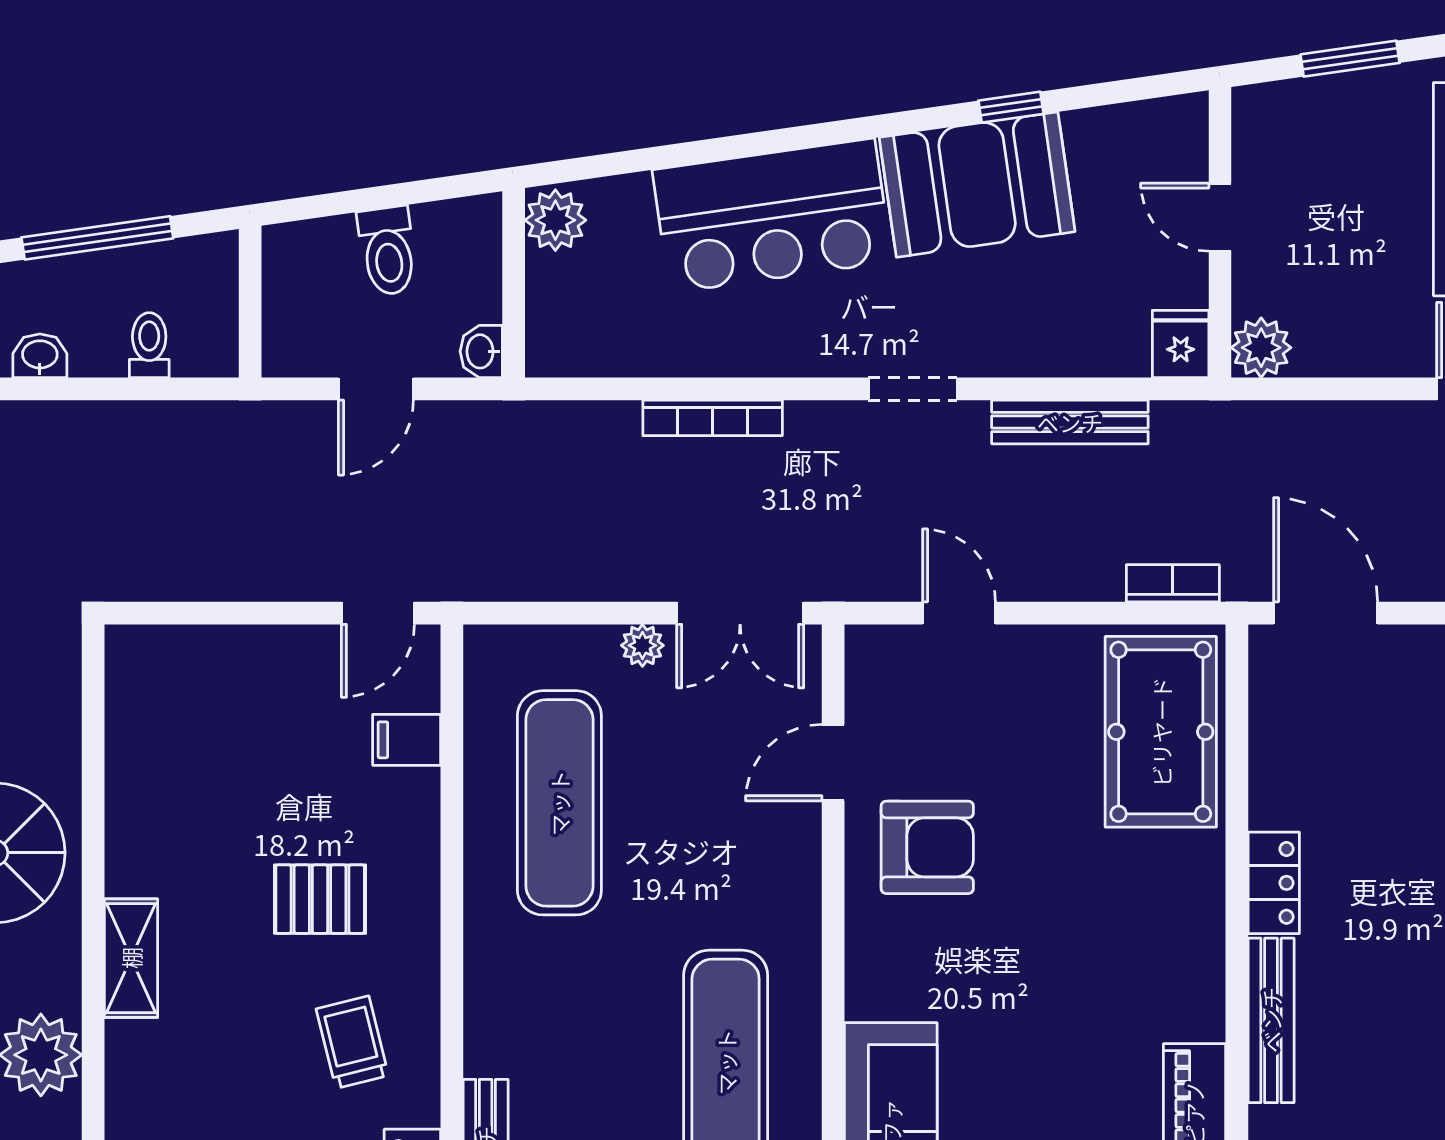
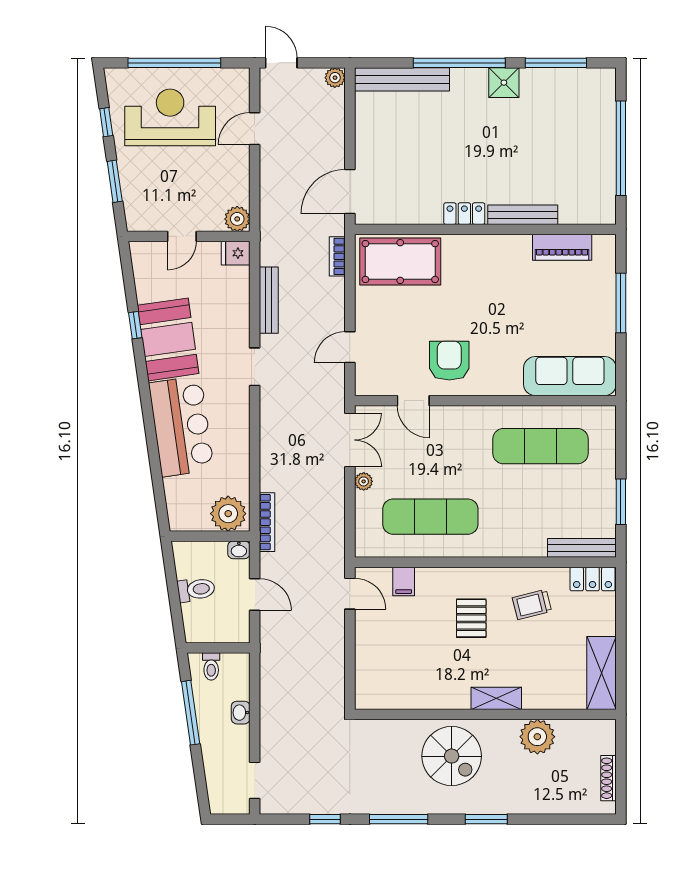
plant: (555, 220) -> (228, 514), moved, width x1.36, depth x1.36
toilet: (149, 345) -> (211, 666), moved, turned -90
washbasin: (40, 356) -> (241, 713), moved
bookcase: (713, 418) -> (267, 522), moved

